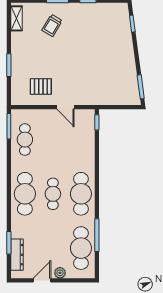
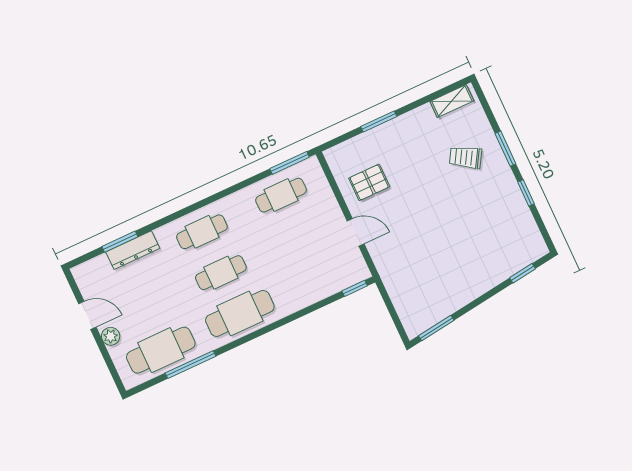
pallet: (41, 86) -> (369, 182), turned 90
door: (65, 107) -> (356, 232), swing flipped
cafe table: (25, 194) -> (202, 232), width x0.73, depth x0.74
dresser: (17, 255) -> (133, 250), moved

